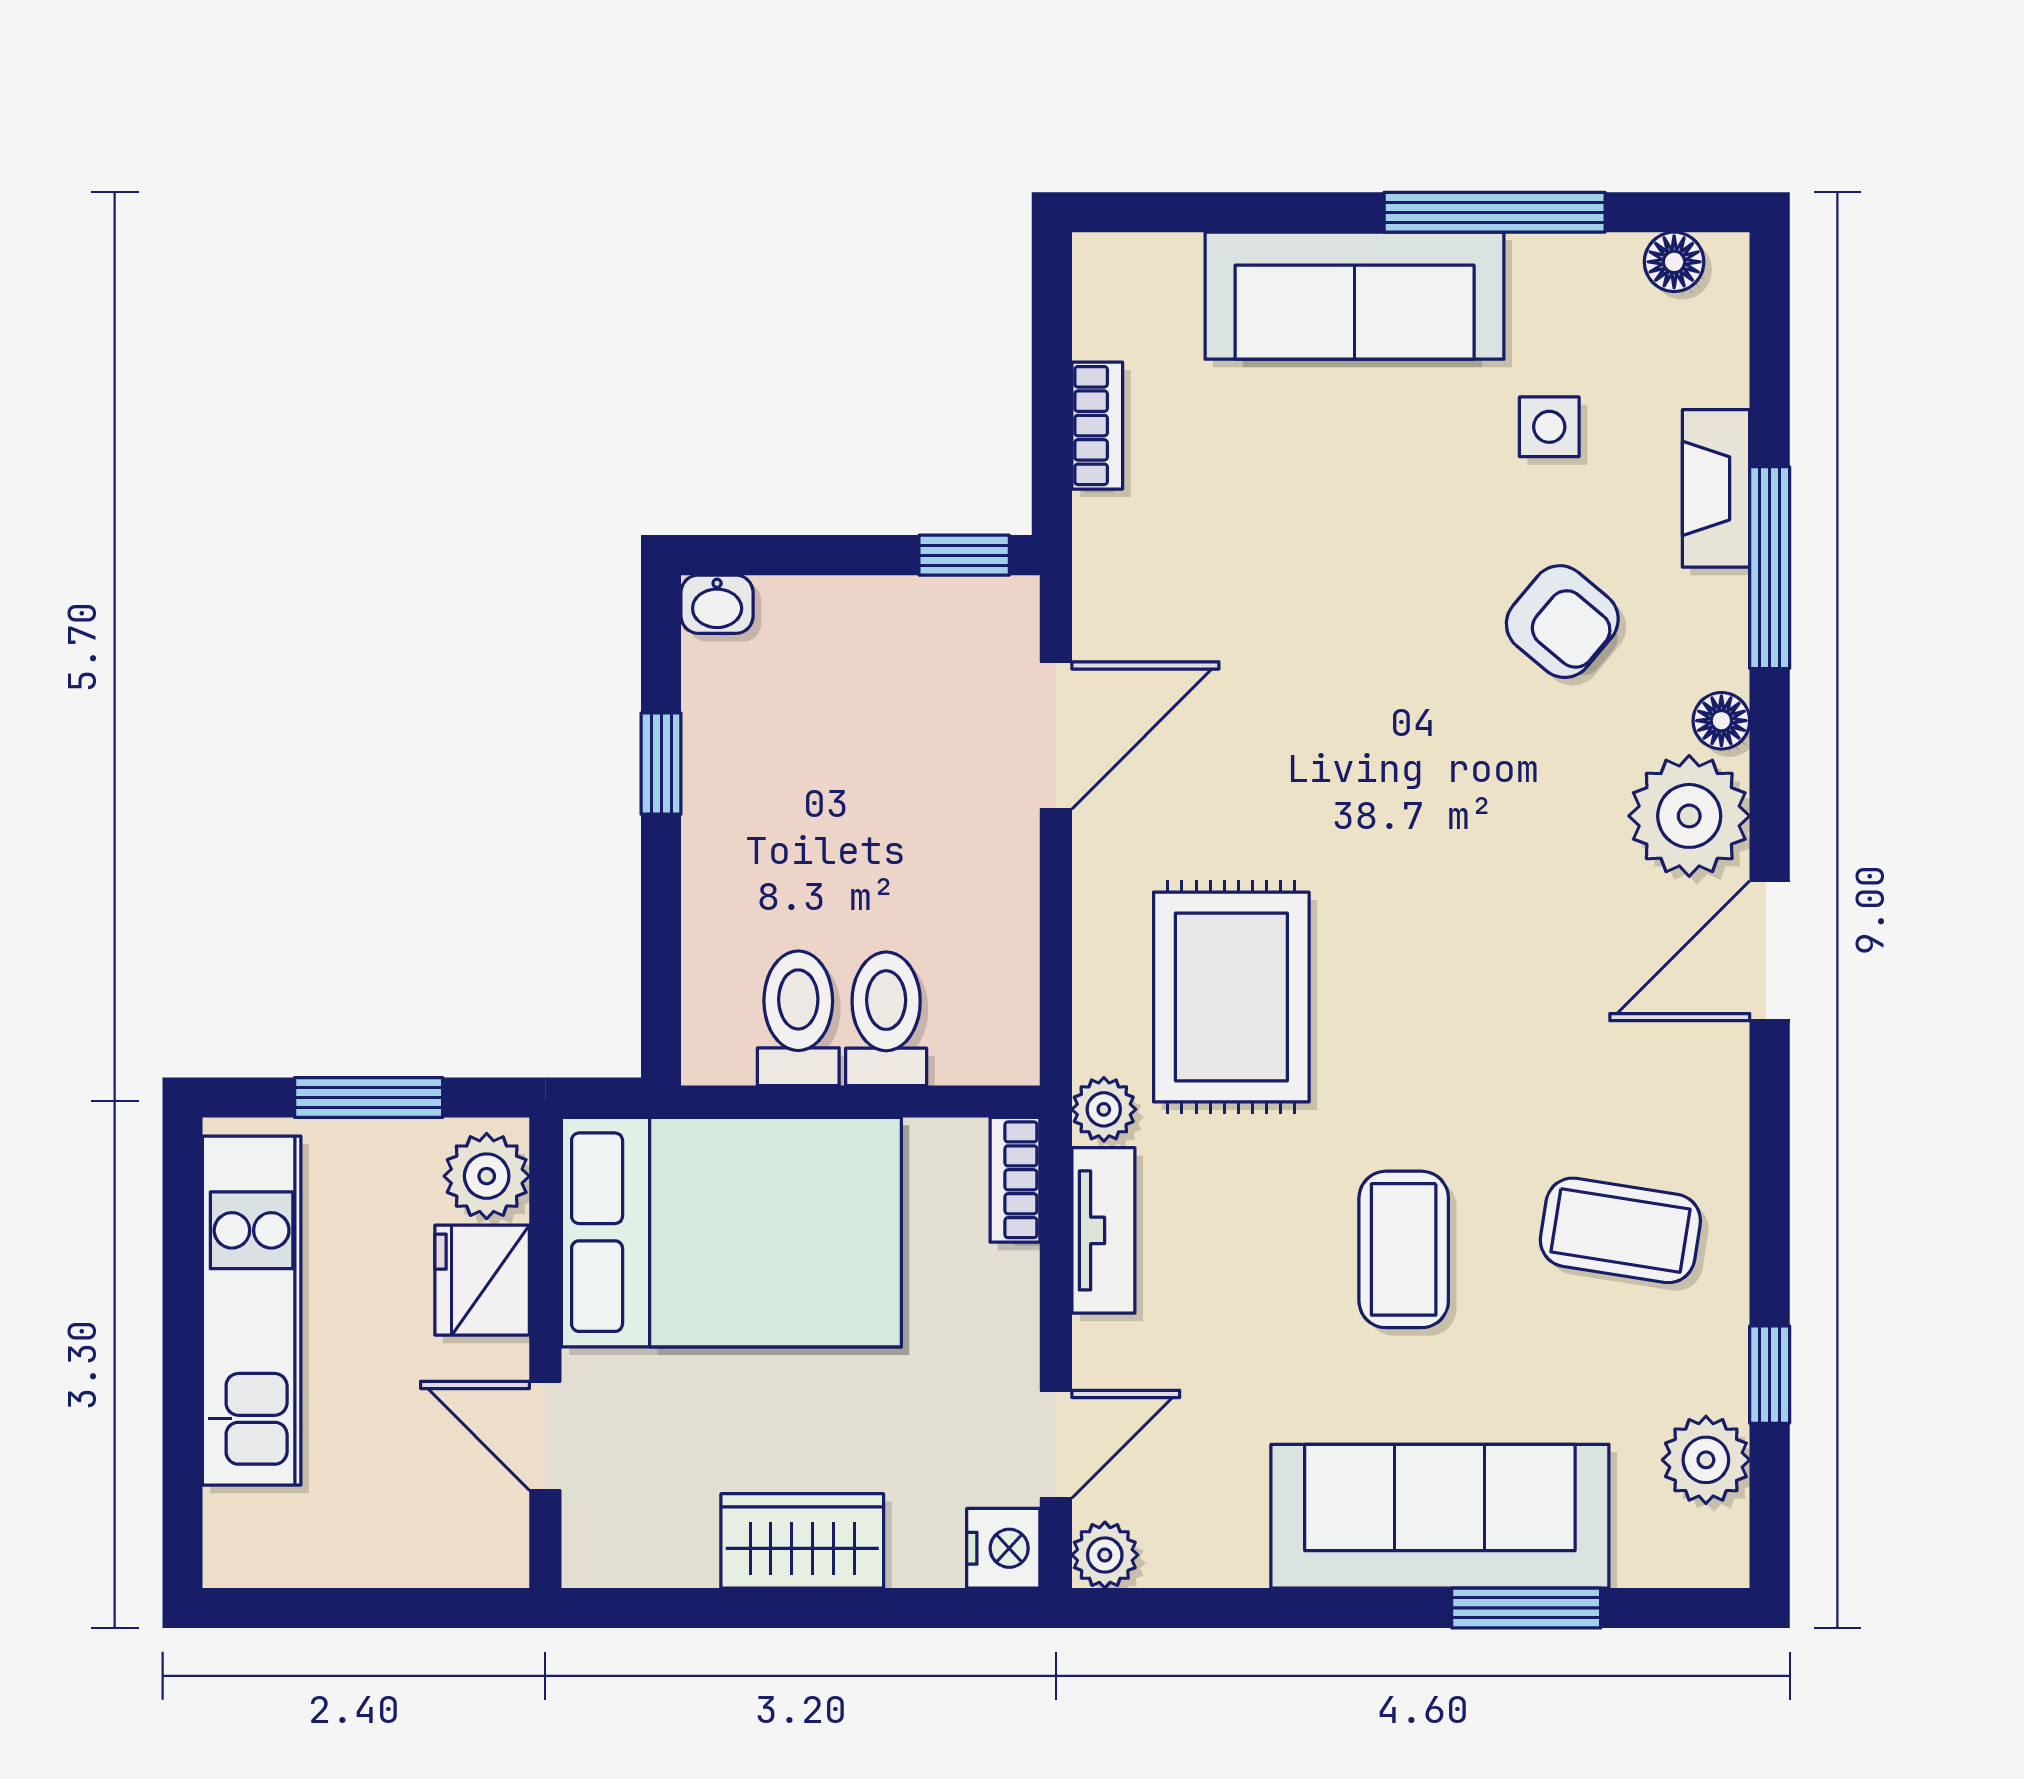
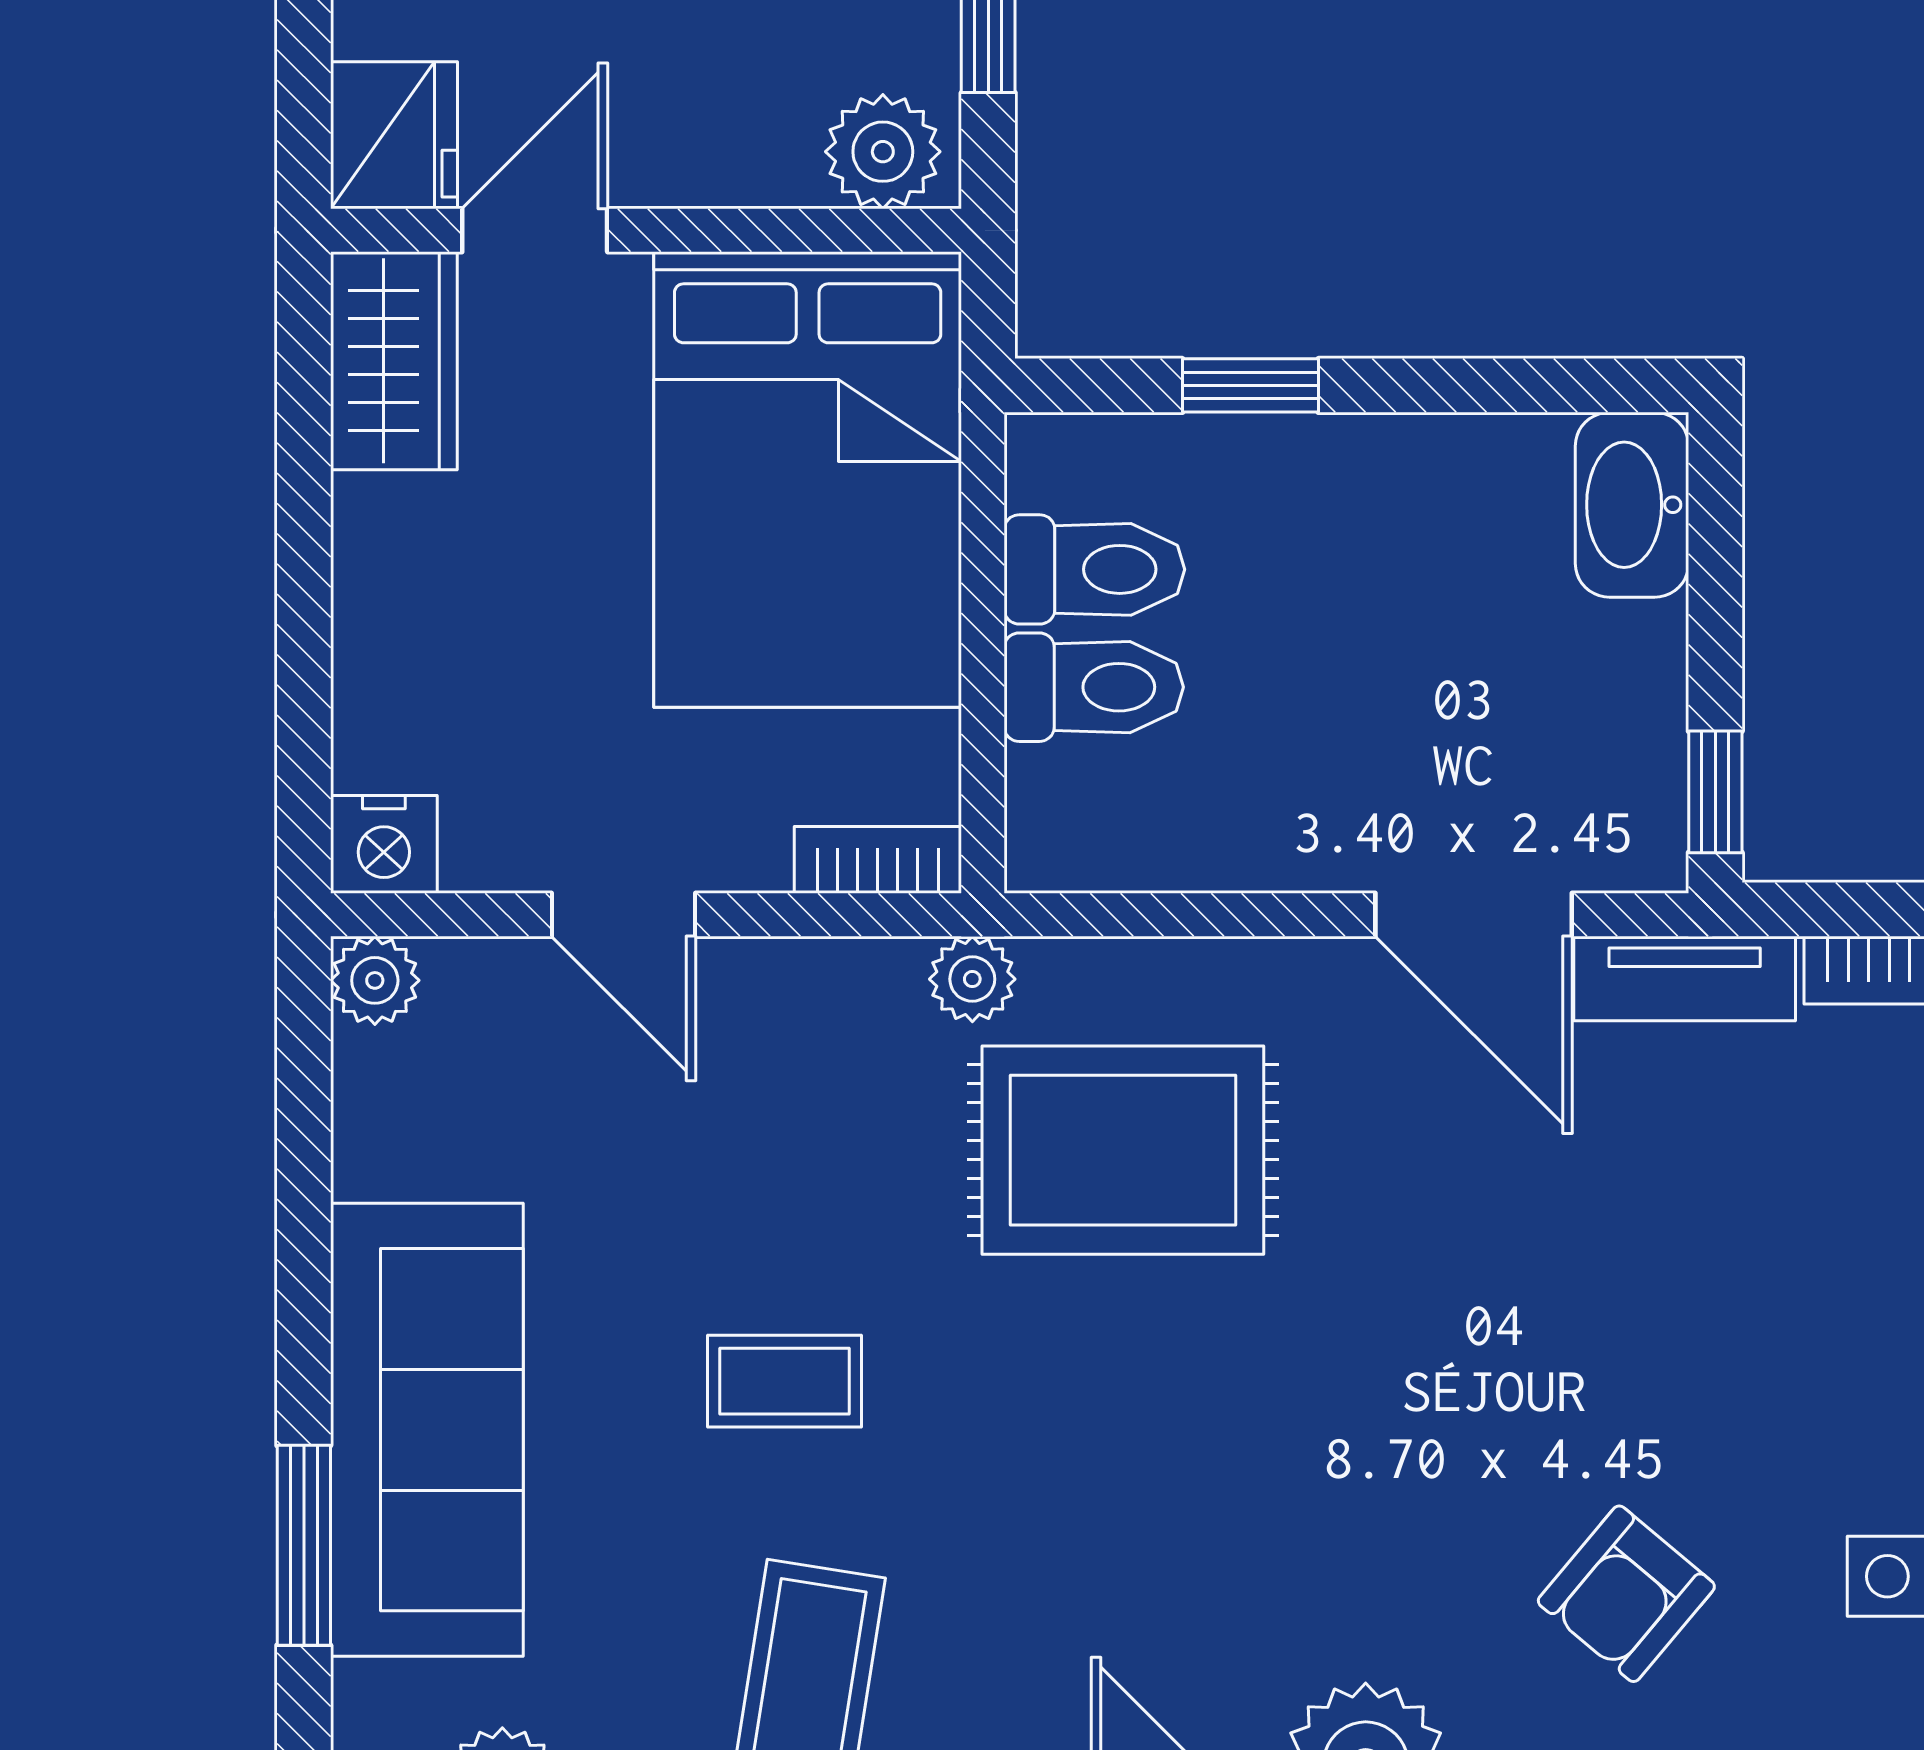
washbasin: (717, 604) -> (1632, 505), width x1.91, depth x1.45
window: (661, 764) -> (1250, 385), moved
tv unit: (1103, 1230) -> (1685, 978), moved
coffee table: (1404, 1249) -> (785, 1381), width x0.73, depth x0.77
fridge: (482, 1280) -> (394, 135), moved, turned 90
door: (1056, 1444) -> (623, 915), moved
wardrobe: (802, 1541) -> (394, 361), moved

